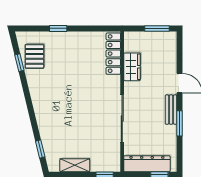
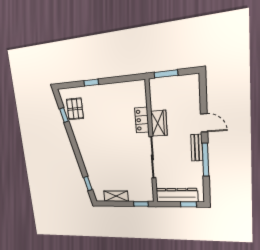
window: (157, 28) -> (166, 74), moved
locker: (113, 54) -> (142, 120), moved, width x0.66
wardrobe: (132, 67) -> (159, 123), moved
window: (180, 123) -> (205, 160), width x1.44

